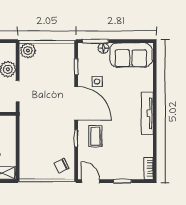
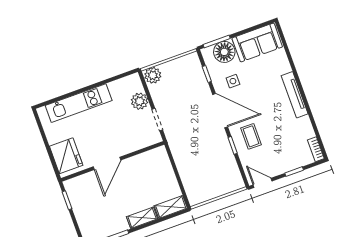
floor lamp: (103, 48) -> (224, 52), width x1.89, depth x1.89
chair: (61, 166) -> (228, 178), removed

